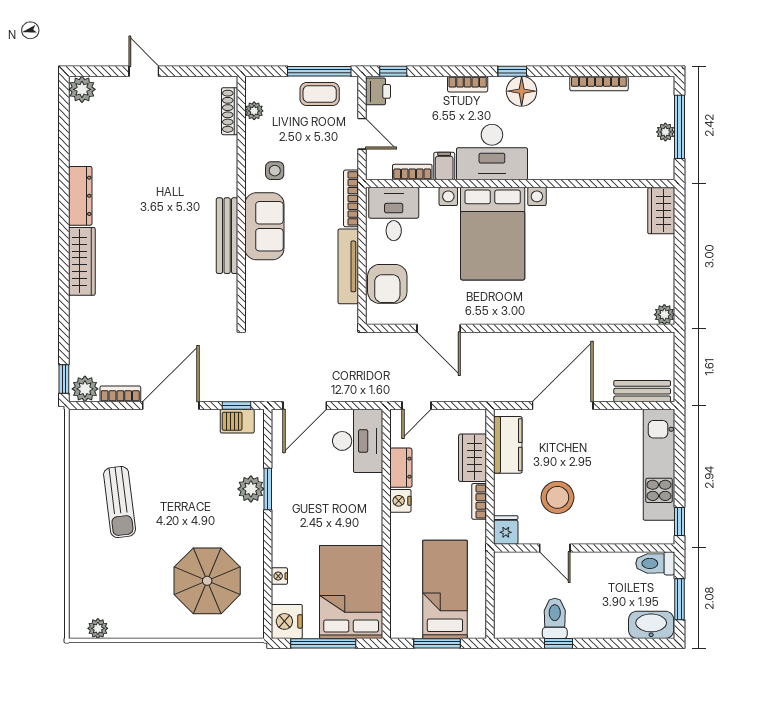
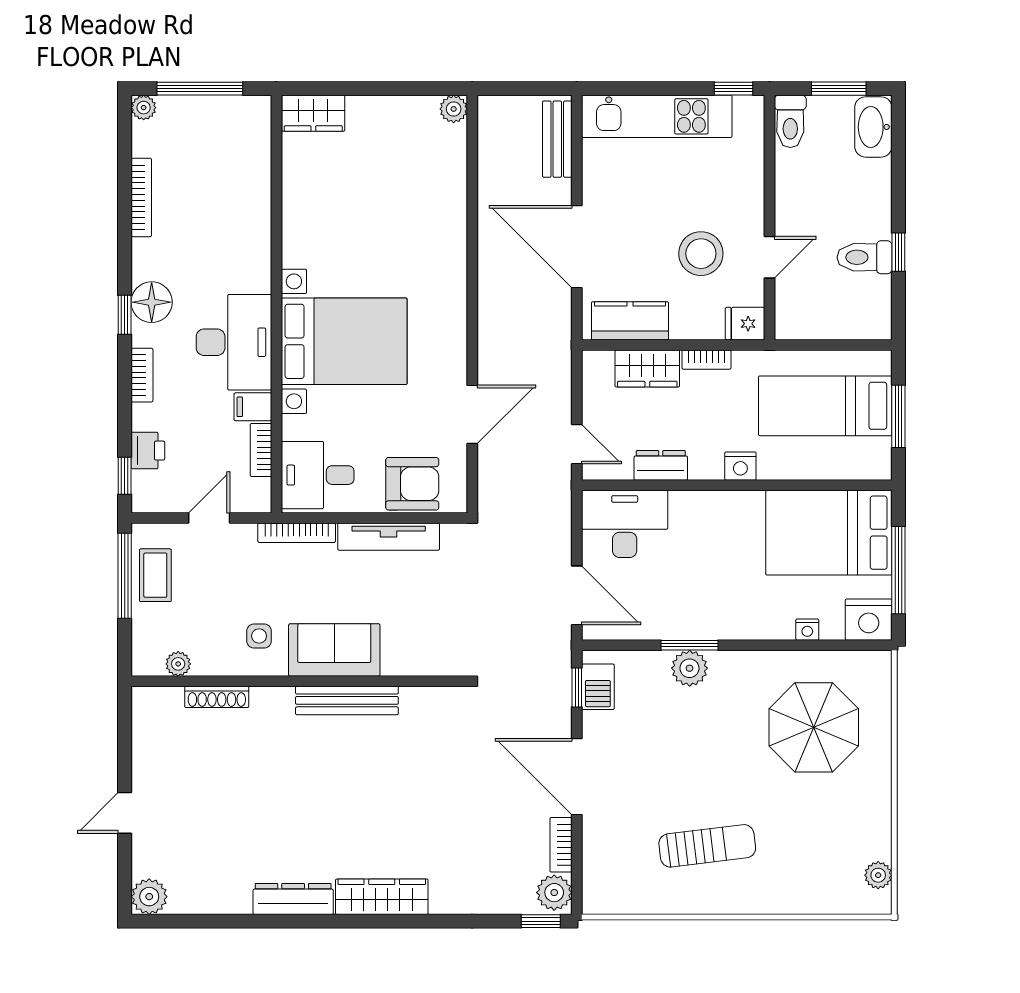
printer: (378, 91) -> (148, 451), moved, turned 90
shoe rack: (230, 111) -> (217, 697), moved
plant: (665, 132) -> (144, 108), moved
nightstand: (400, 501) -> (740, 466), moved

